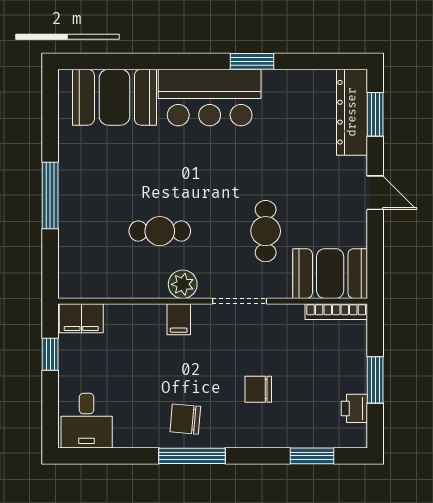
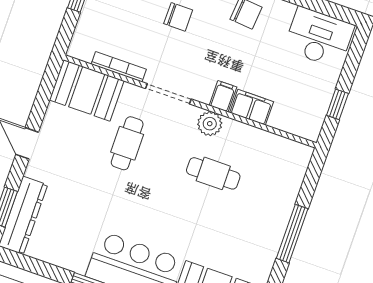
bookcase: (336, 312) -> (119, 67), moved
filing cabinet: (81, 318) -> (252, 107), moved
desk: (87, 421) -> (319, 37), width x1.37

